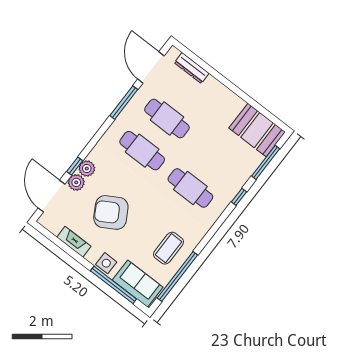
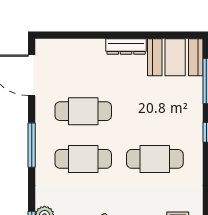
dresser: (192, 68) -> (126, 46), moved
window: (124, 103) -> (32, 145), moved

